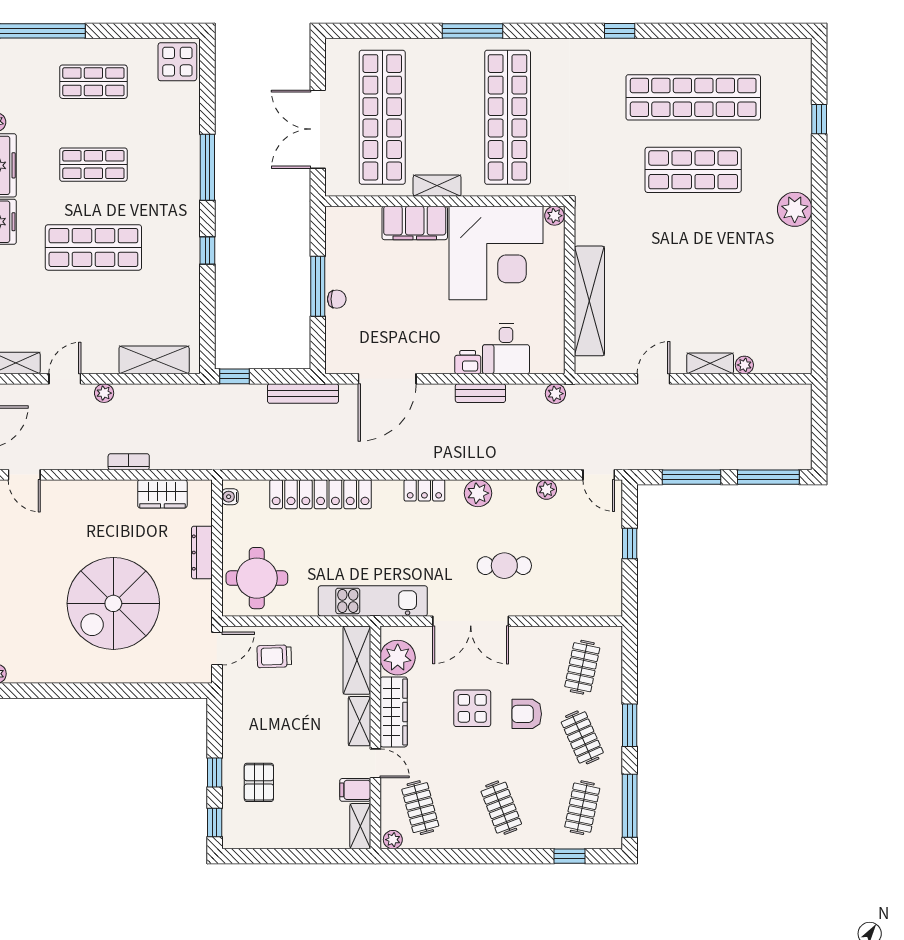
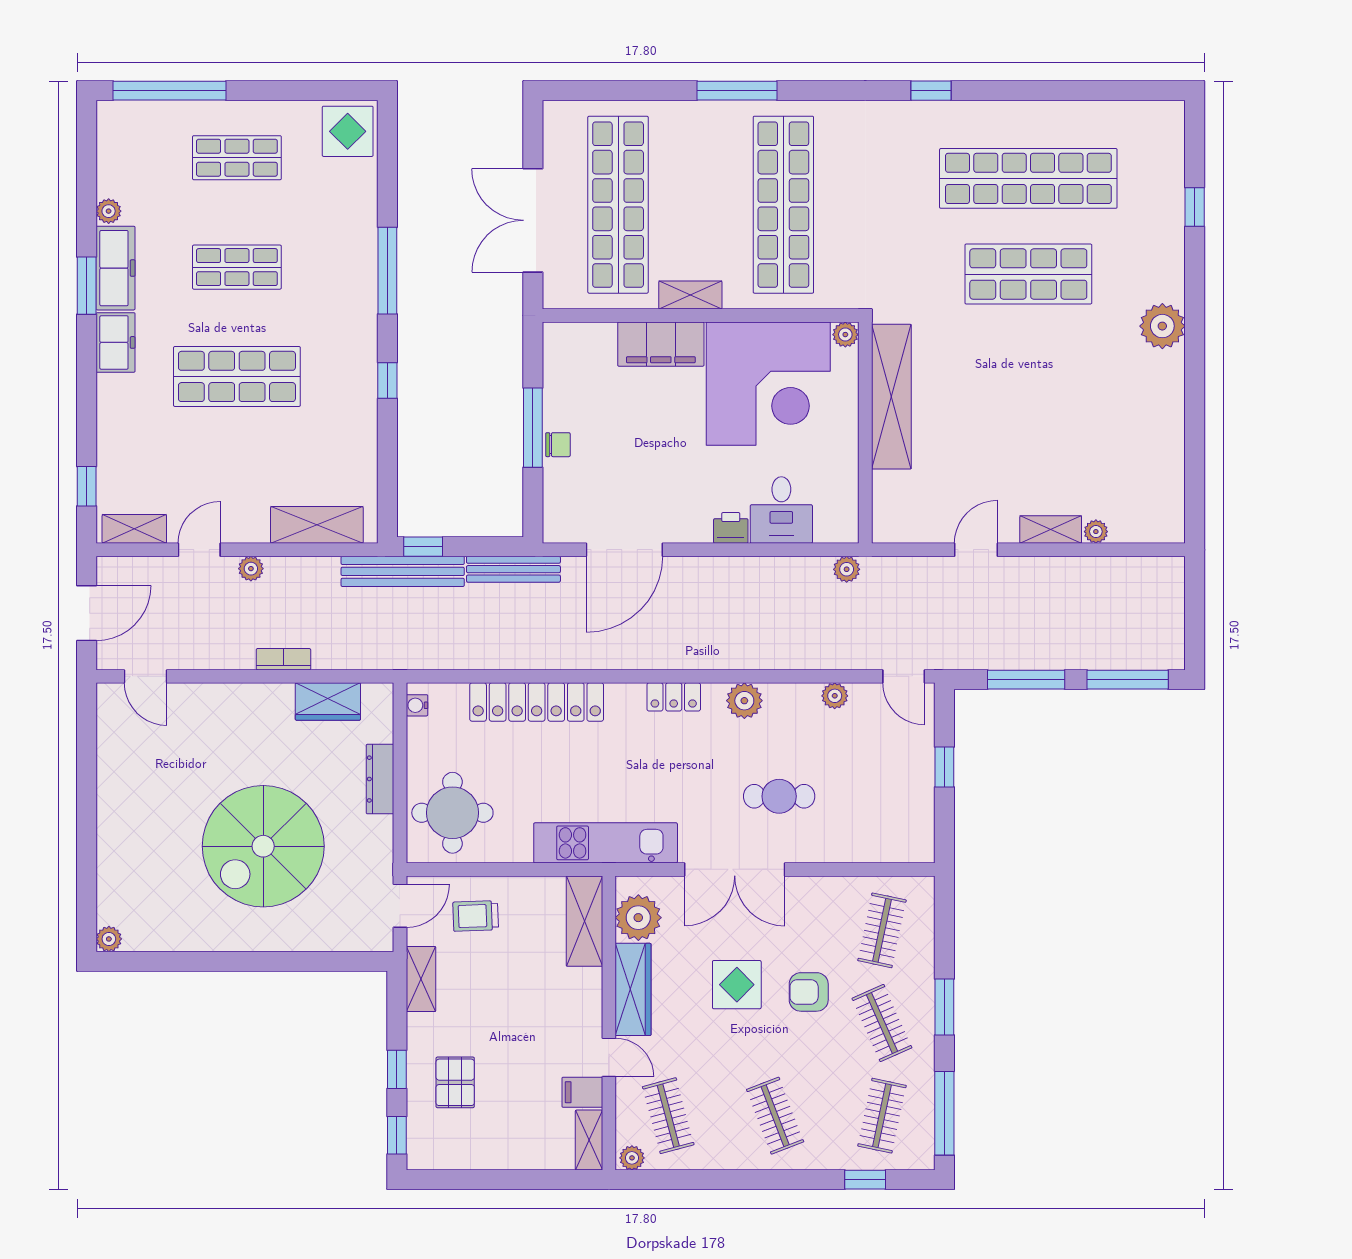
shelving: (589, 301) -> (891, 397), moved
bench: (480, 393) -> (403, 571), moved, width x1.86, depth x1.21
shelving: (359, 721) -> (421, 979), moved

